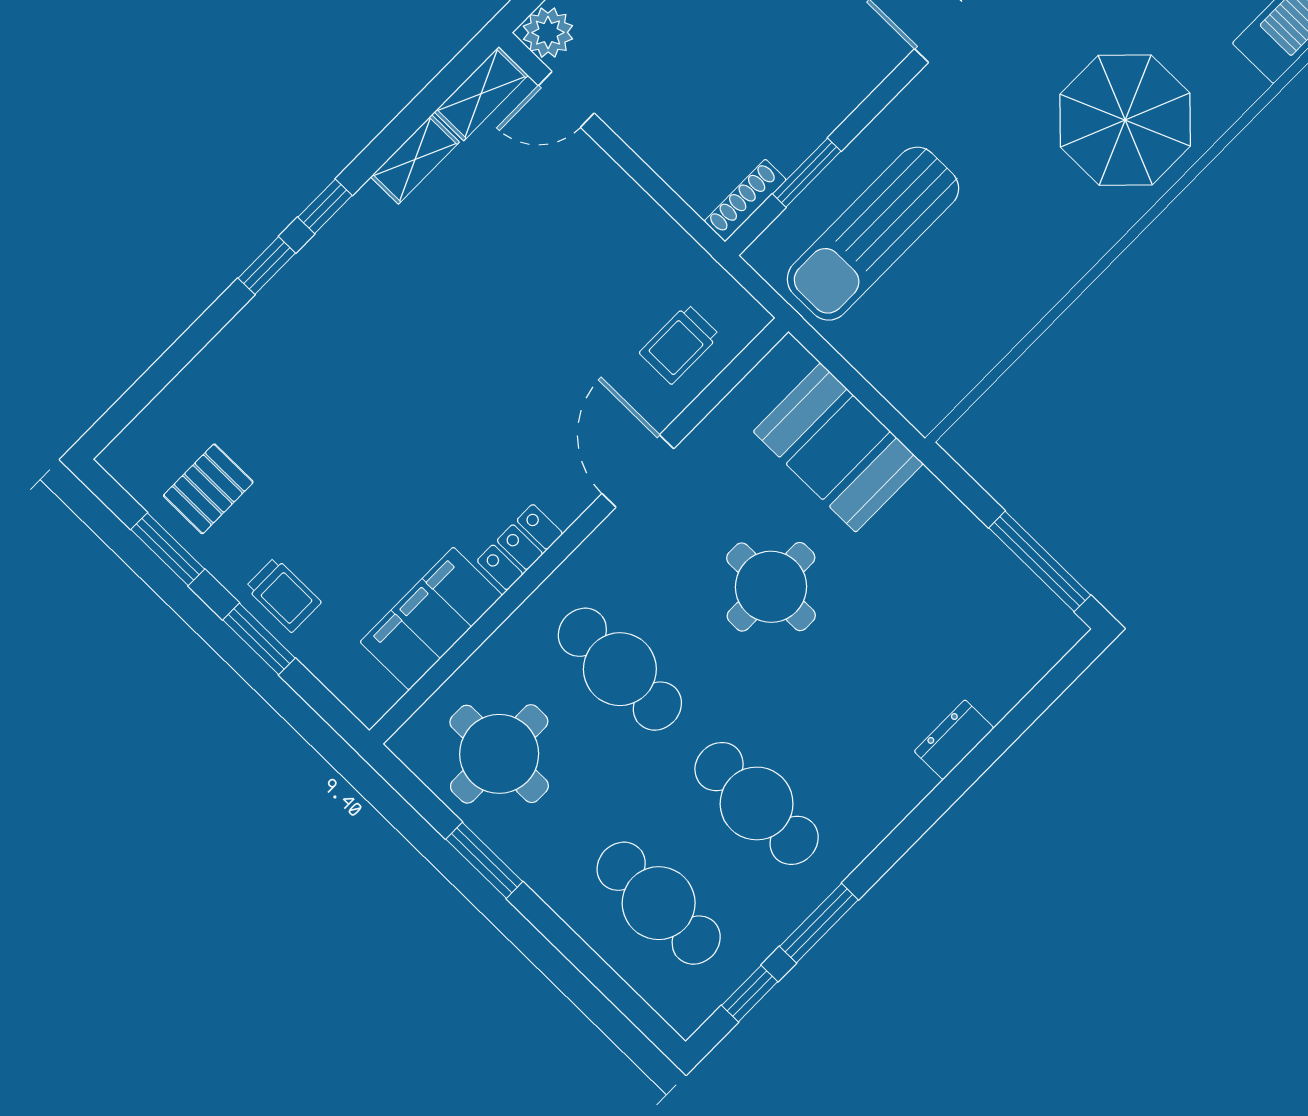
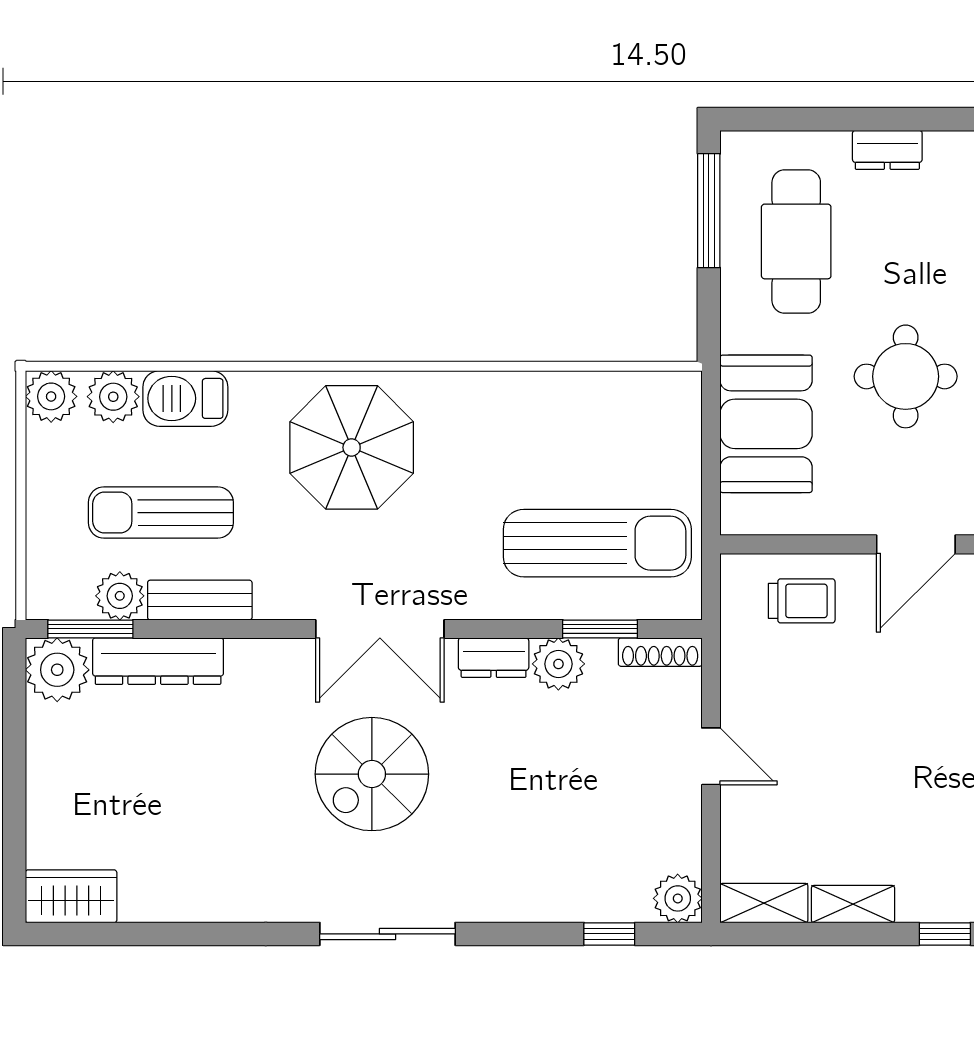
dresser: (864, 72) -> (494, 658), added
door: (566, 99) -> (711, 756), moved
plant: (811, 116) -> (558, 664), added
cafe table: (952, 604) -> (796, 241), added

